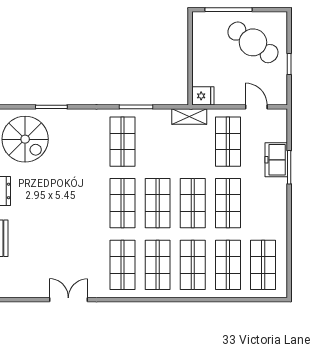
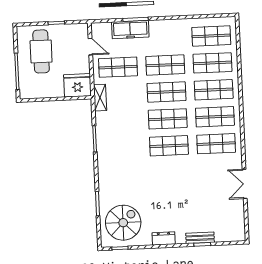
cafe table: (253, 42) -> (41, 51), turned -35
fridge: (203, 96) -> (77, 85), width x1.88, depth x1.34
door: (256, 107) -> (90, 47), swing flipped
shop shelf: (122, 142) -> (122, 148), removed
freezer: (276, 160) -> (130, 29), width x1.40

